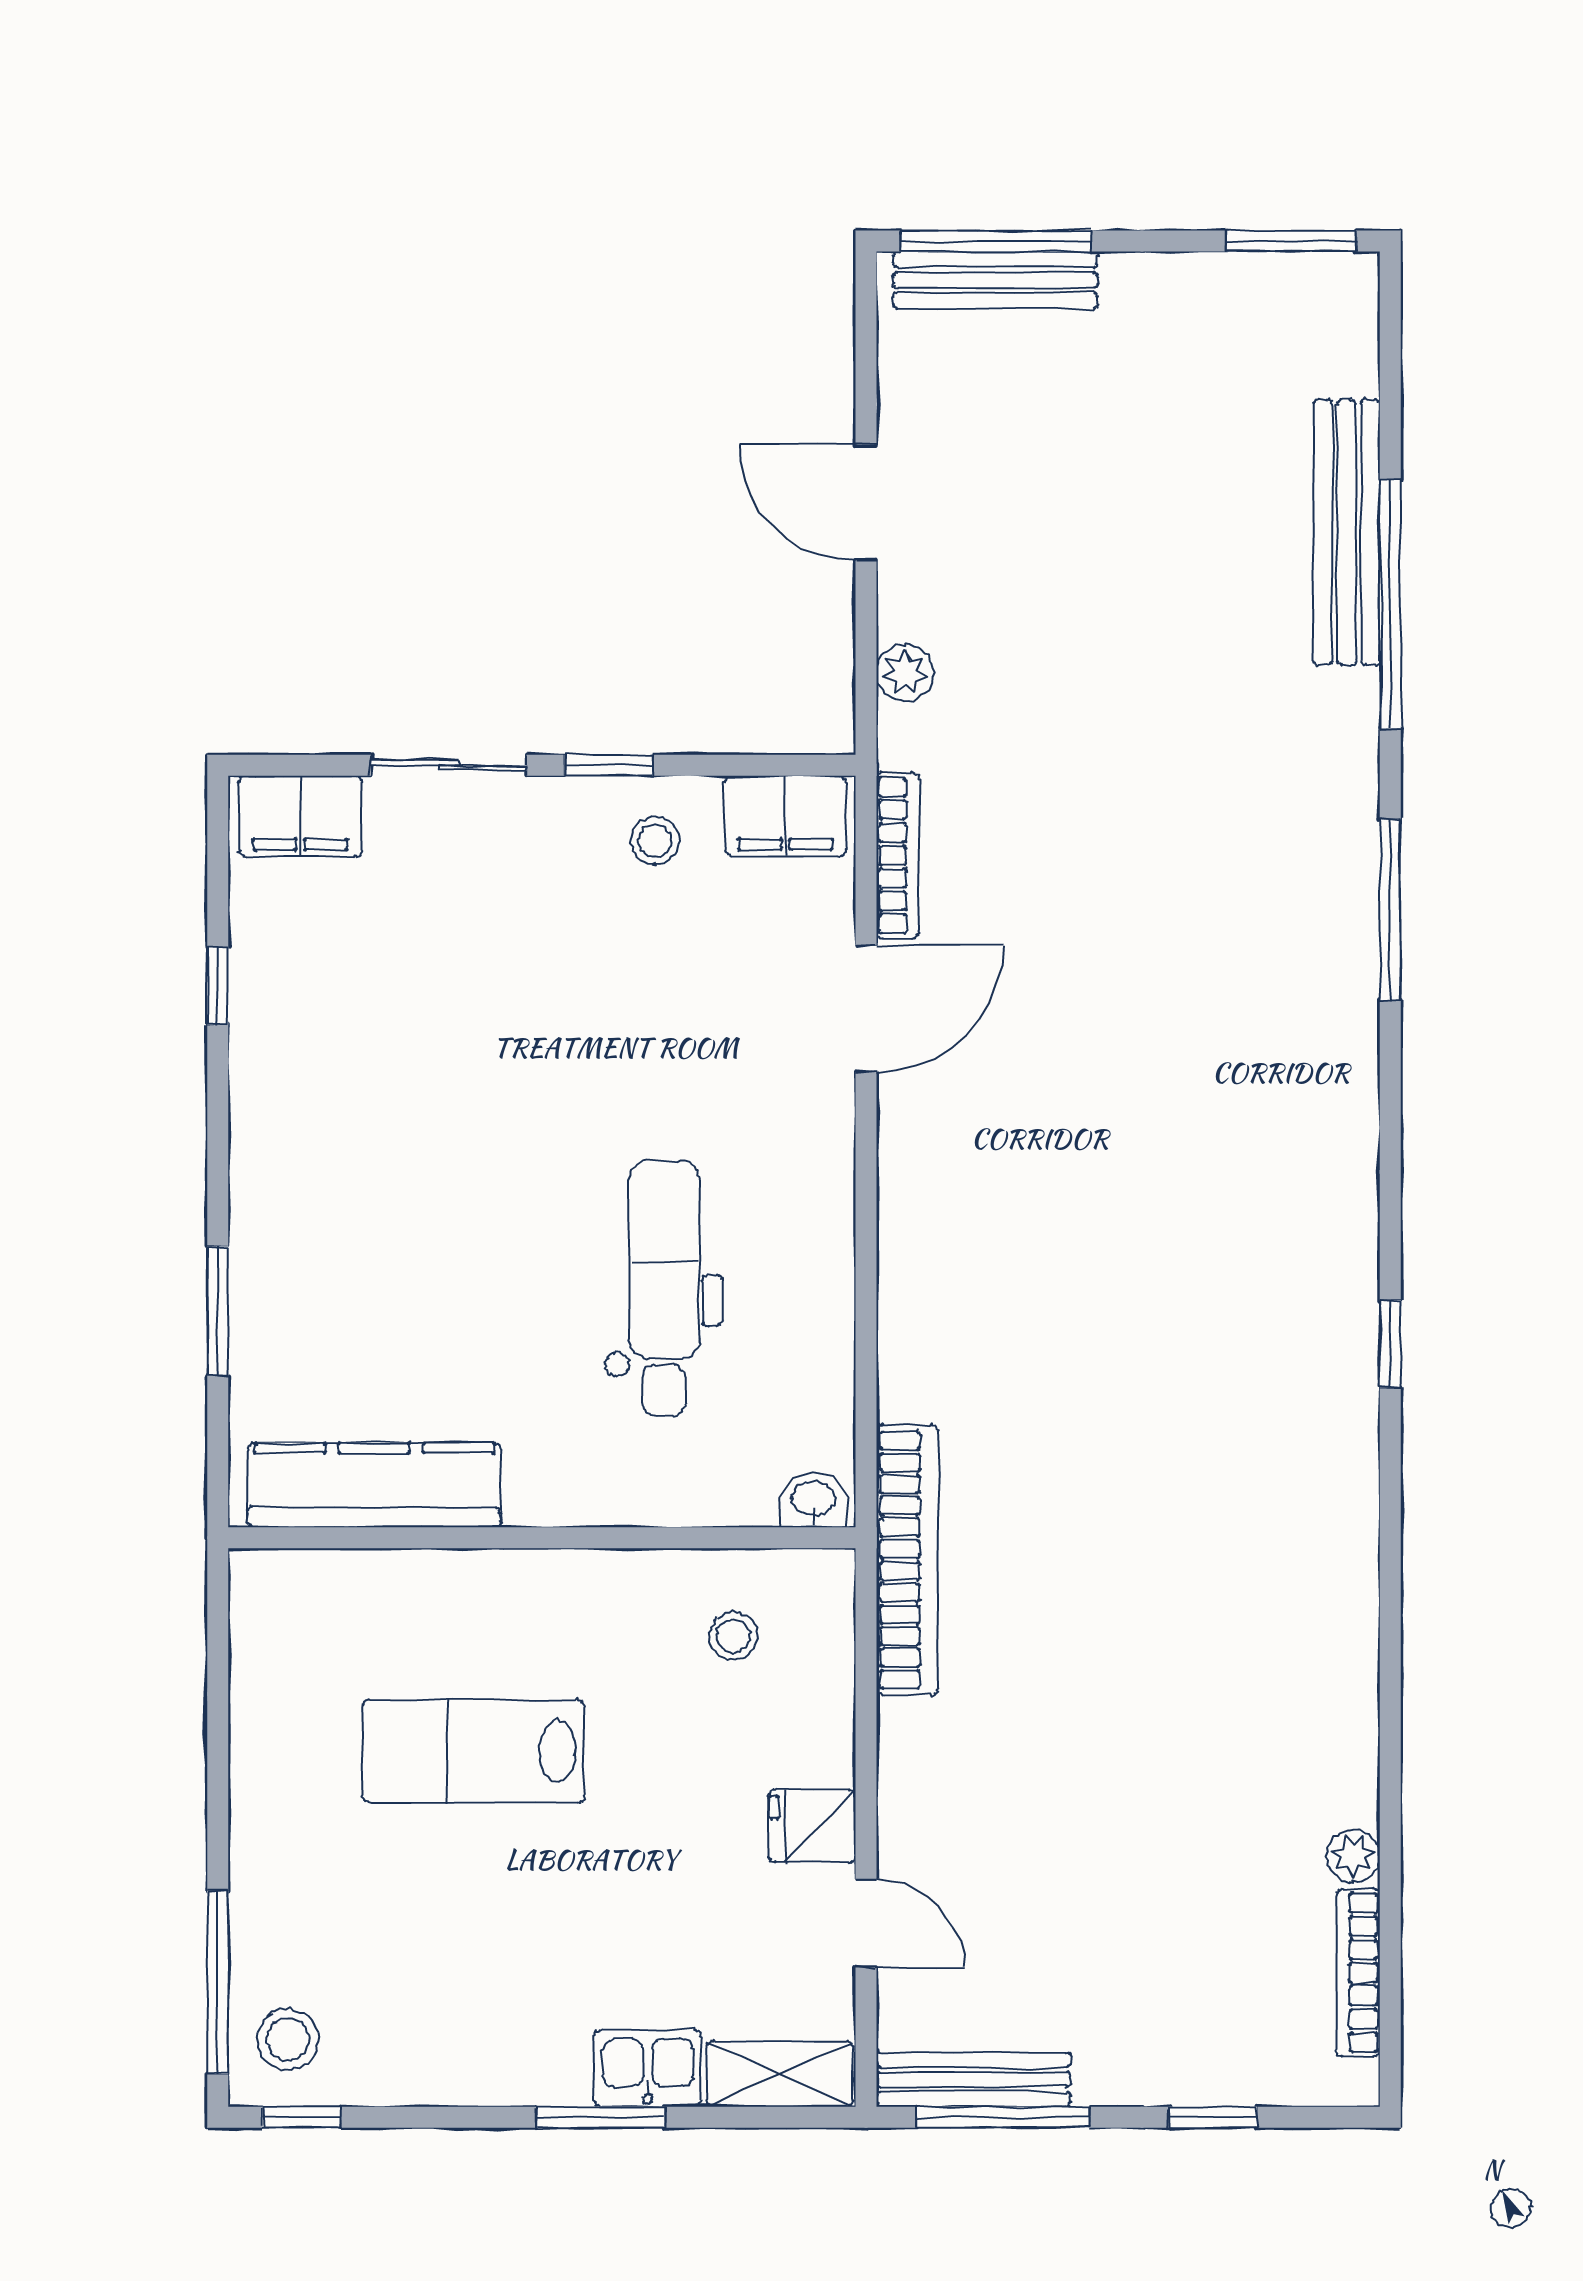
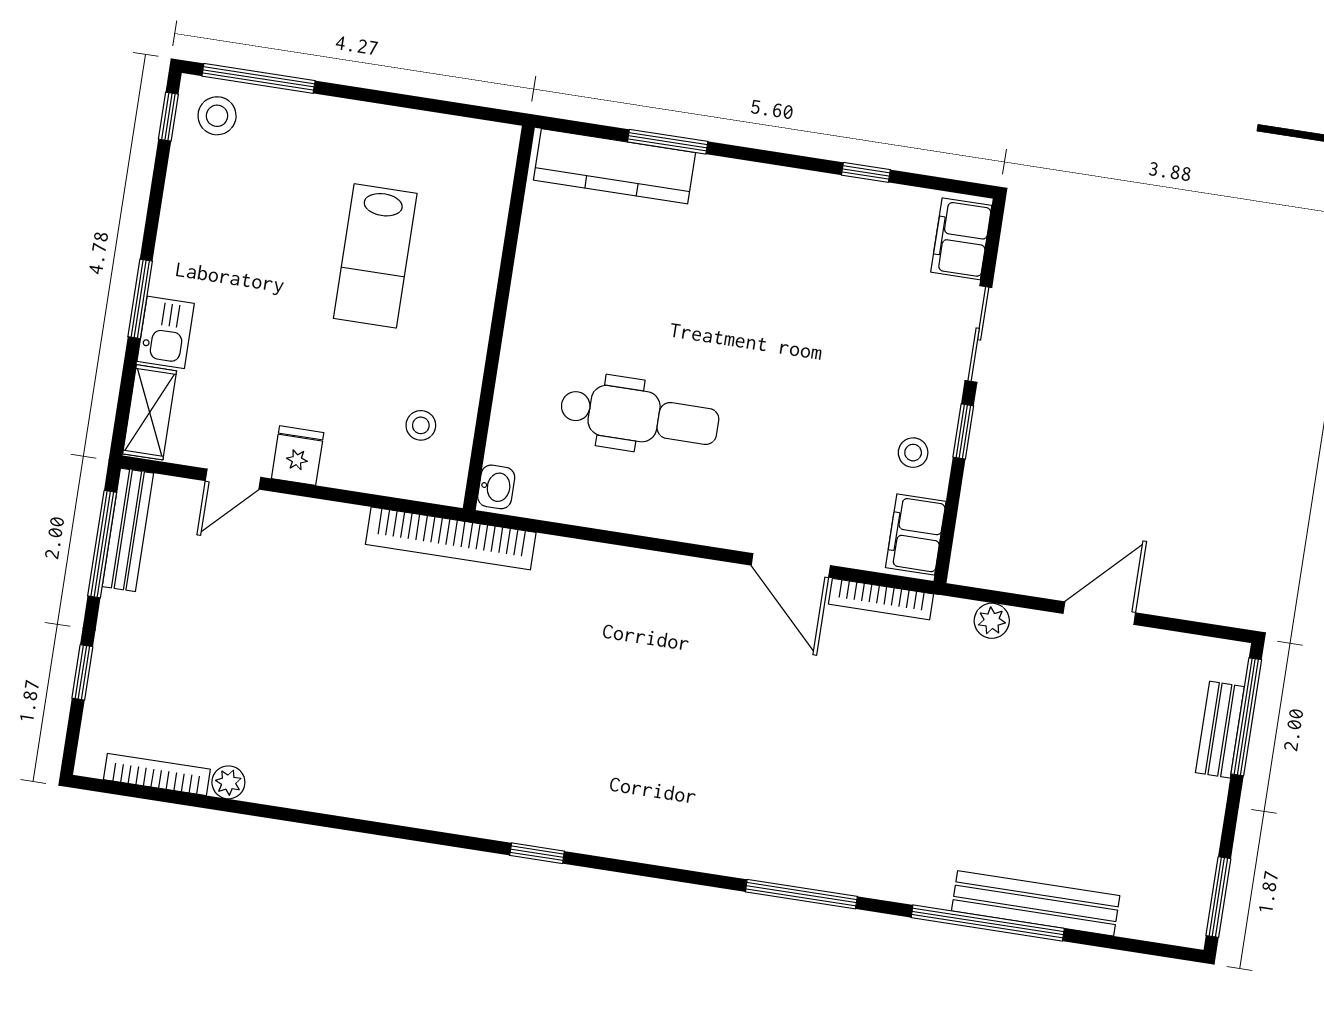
bench: (996, 280) -> (1220, 730), width x0.73
kitchen counter: (374, 1485) -> (614, 166), moved, turned 90
lab bench: (473, 1751) -> (375, 256), turned 180

